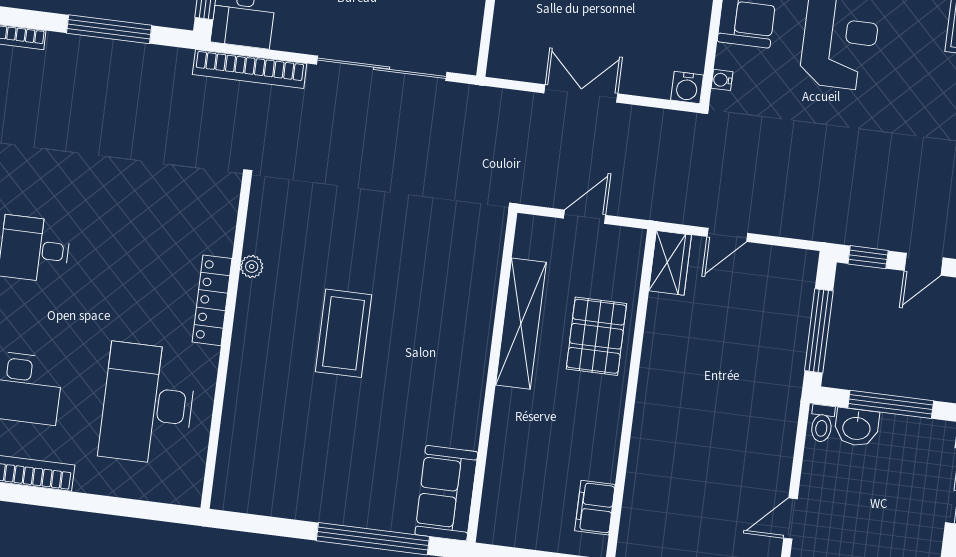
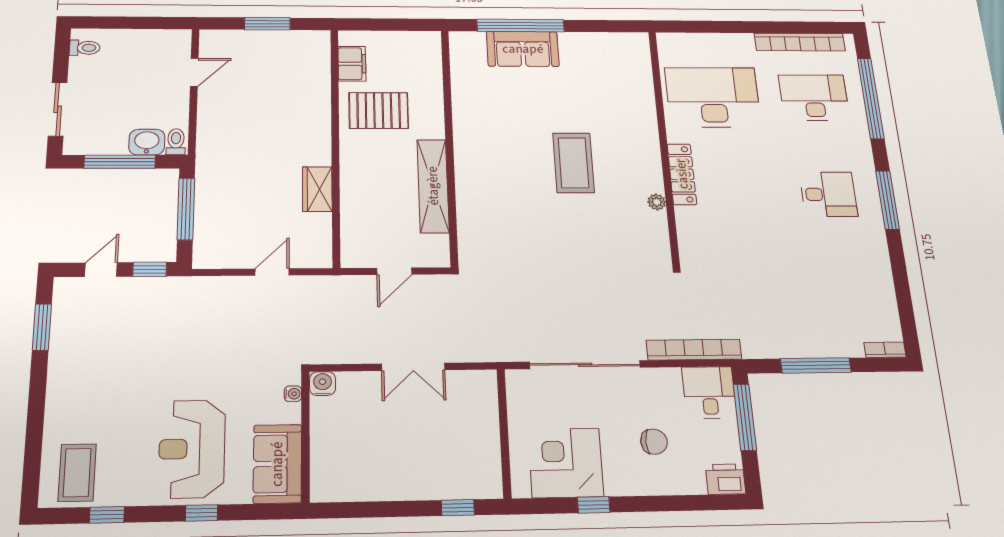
wardrobe: (670, 263) -> (317, 189), moved
pallet: (596, 336) -> (379, 111), moved, turned 90
desk: (148, 404) -> (713, 97), turned -90
sofa: (446, 493) -> (523, 49), moved, turned 90

